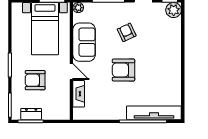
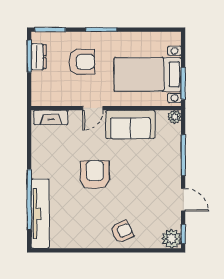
armchair: (127, 32) -> (122, 232), moved
armchair: (35, 80) -> (82, 62), turned 90
fireplace: (79, 94) -> (51, 117), moved

